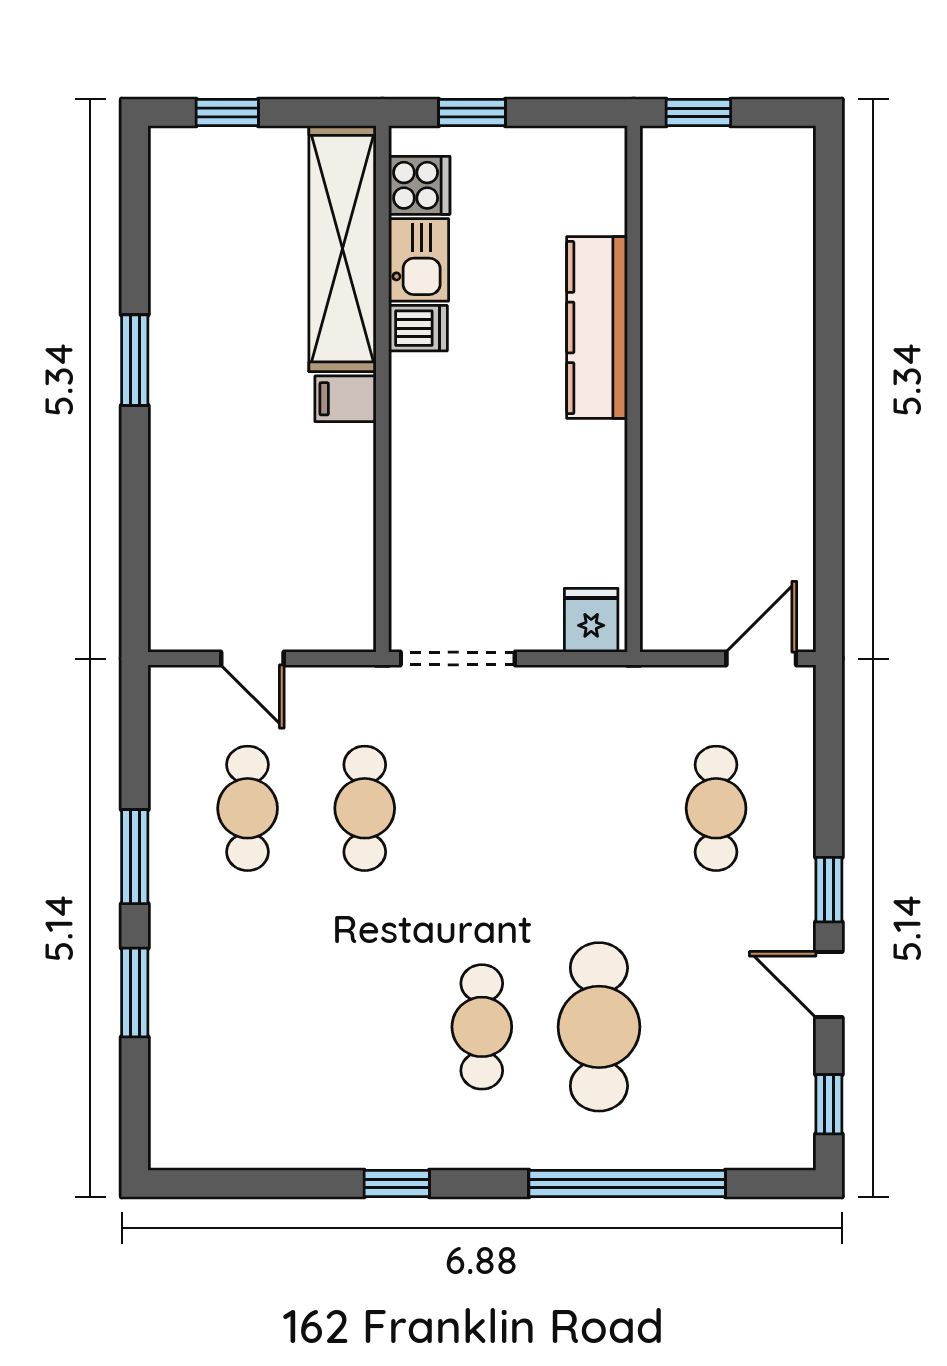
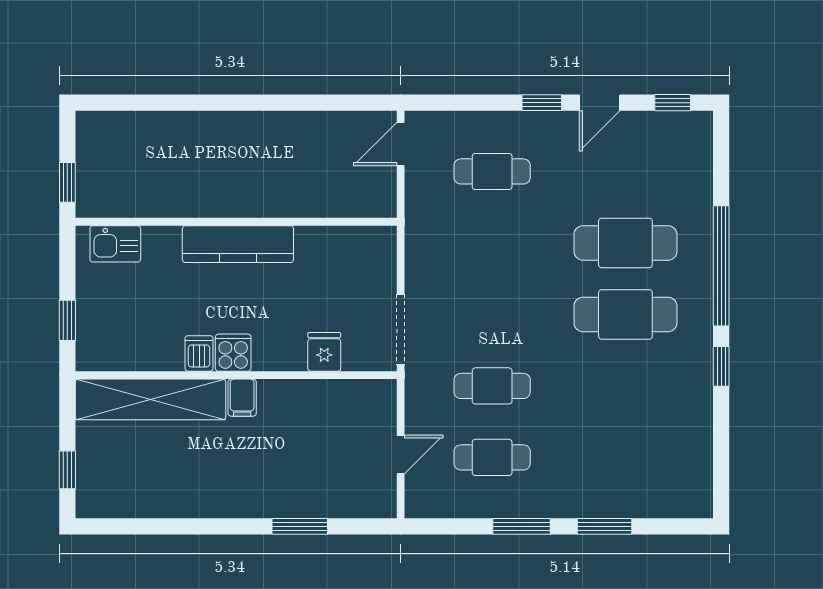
cooker: (419, 185) -> (233, 353), moved
kitchen sink: (419, 260) -> (115, 244), moved, turned 180
kitchen counter: (597, 328) -> (238, 244), moved
window: (135, 360) -> (300, 526), moved
fridge: (591, 620) -> (324, 352), moved, turned 90
door: (761, 659) -> (401, 144), hinge flipped
cafe table: (482, 1027) -> (625, 314), width x1.37, depth x1.35
window: (627, 1184) -> (721, 266), moved

